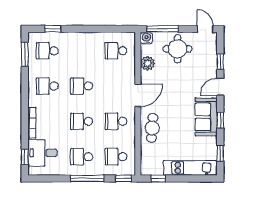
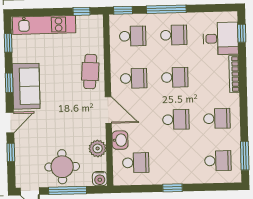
window: (53, 29) -> (172, 188), moved
window: (163, 29) -> (68, 190), moved
washbasin: (129, 70) -> (120, 140), added
door: (138, 95) -> (108, 110), swing flipped

